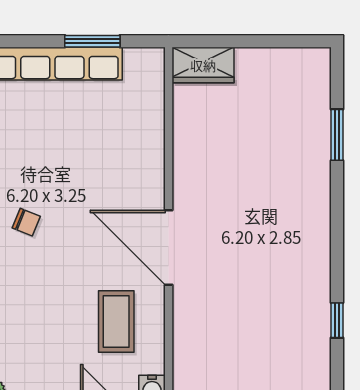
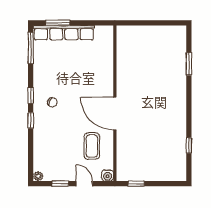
window: (92, 41) -> (58, 23), moved
wardrobe: (203, 65) -> (130, 33), removed

